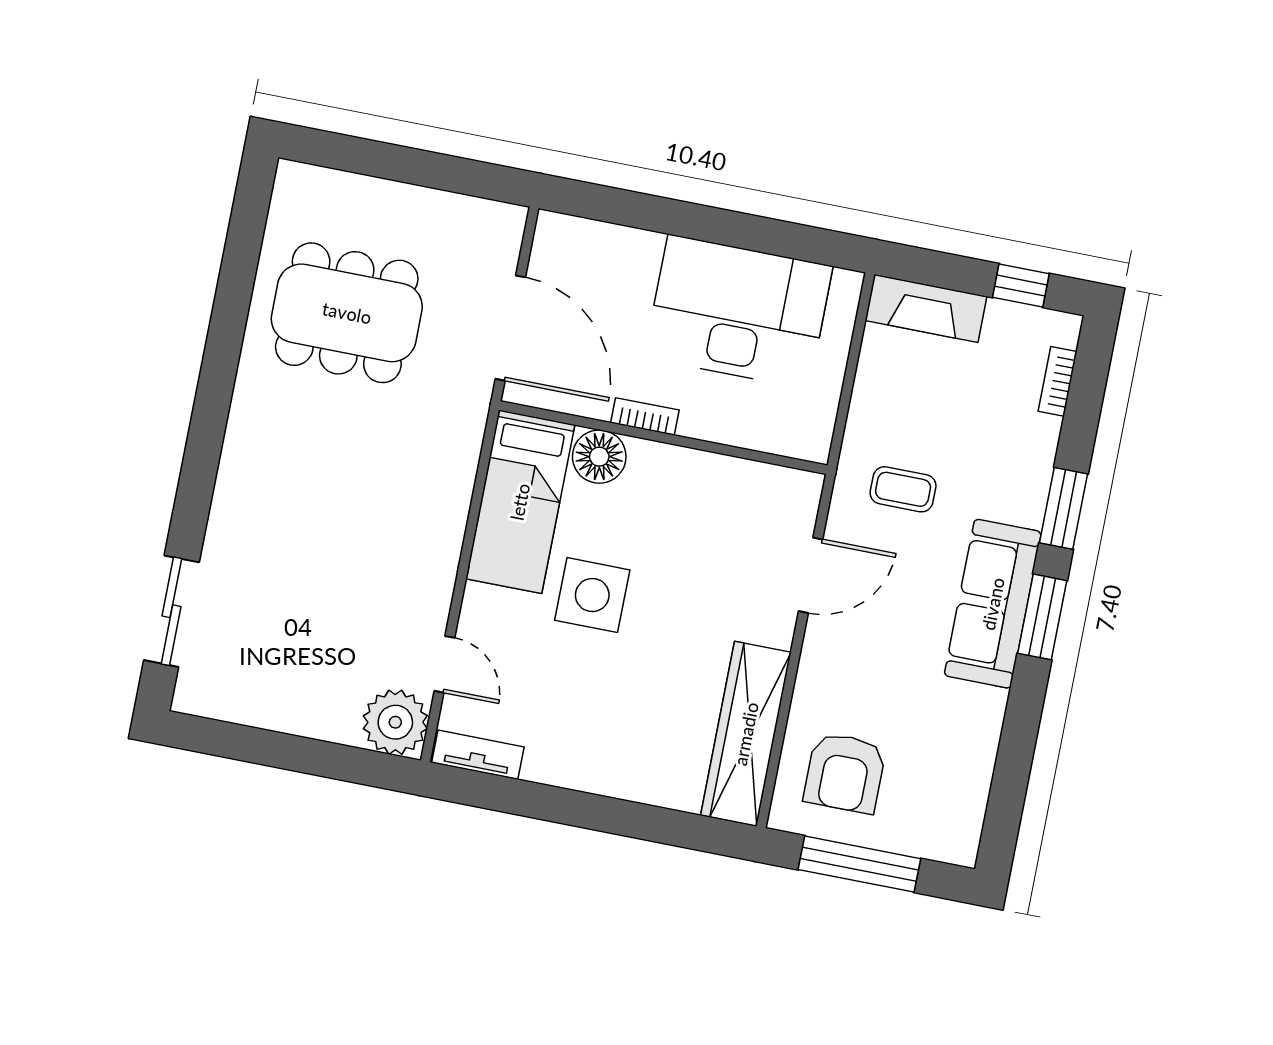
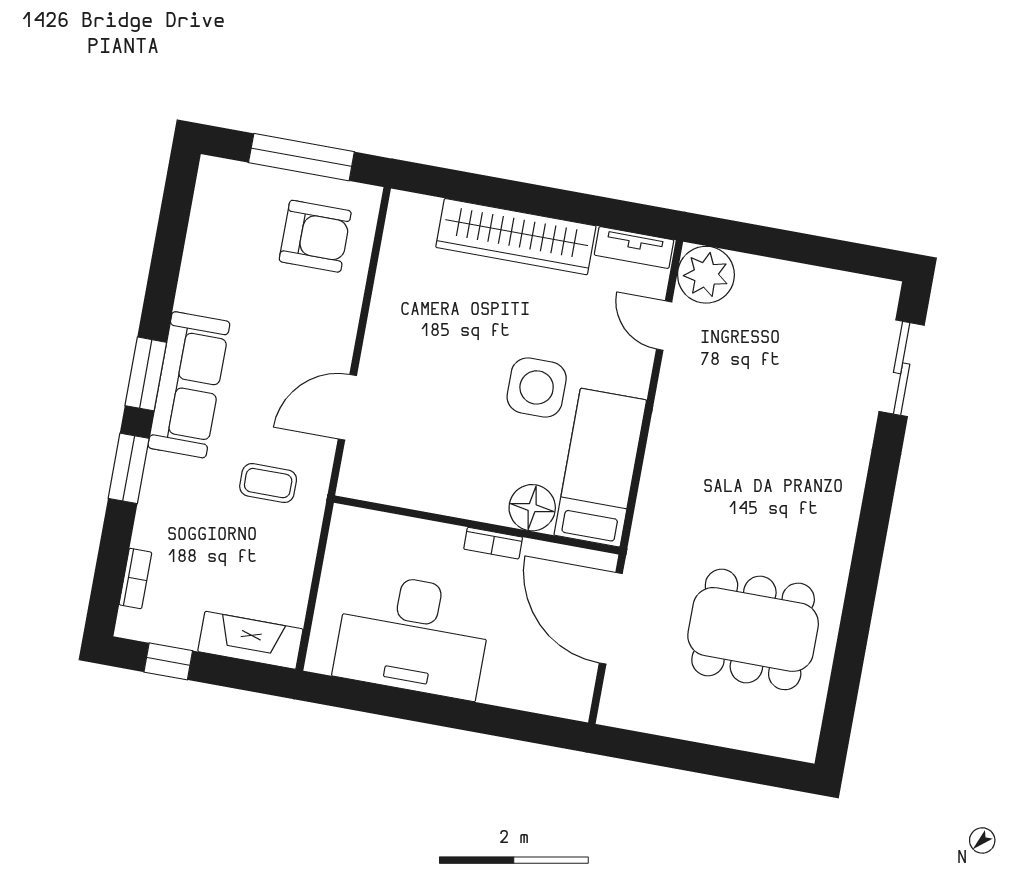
wardrobe: (746, 734) -> (516, 237), moved, turned 90
armchair: (845, 773) -> (315, 236), turned 90

